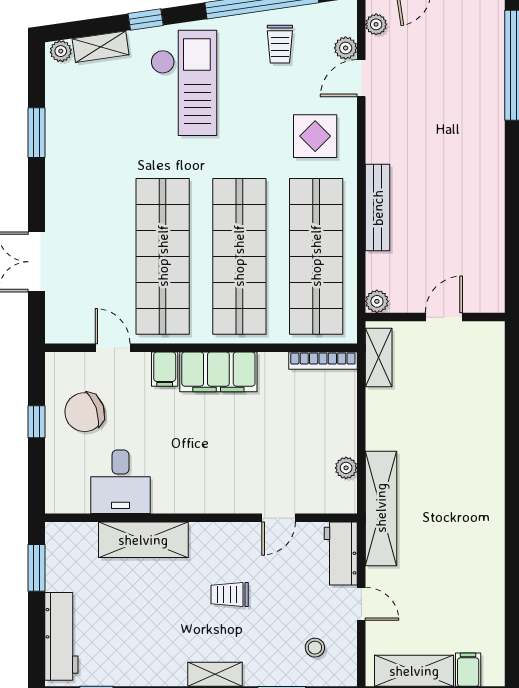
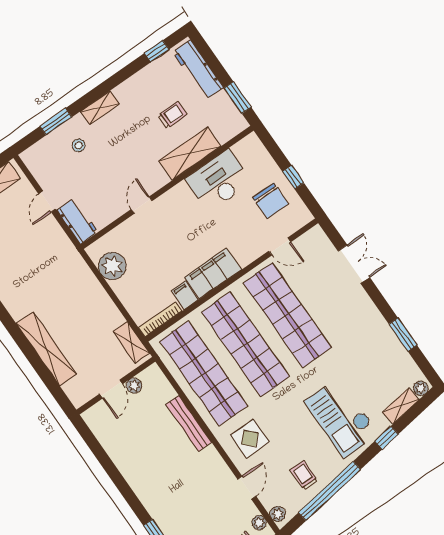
plant: (346, 48) -> (278, 514), moved
plant: (377, 301) -> (134, 386), moved
filing cabinet: (165, 369) -> (185, 295), moved
chair: (85, 412) -> (271, 201), turned 109
plant: (346, 468) -> (112, 266), width x1.88, depth x1.88
desk: (120, 482) -> (219, 181), width x1.37
shelving: (381, 508) -> (46, 349), moved
door: (279, 518) -> (142, 205), moved
trolley: (230, 595) -> (172, 115), moved
door: (361, 604) -> (47, 201), hinge flipped
stool: (315, 648) -> (79, 145), moved

